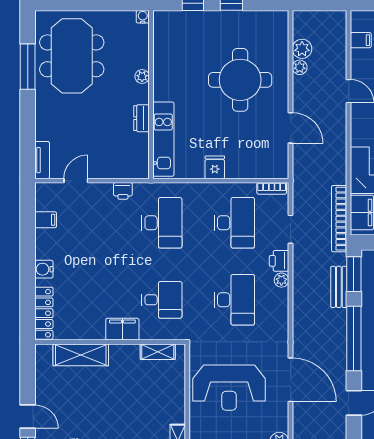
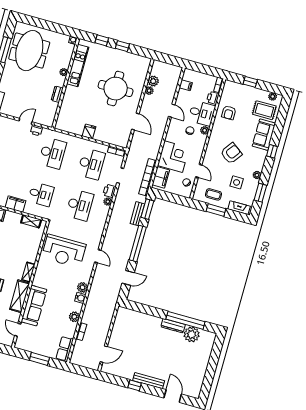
kitchen unit: (163, 139) -> (78, 66), moved
door: (76, 181) -> (26, 121), moved
door: (291, 380) -> (98, 256), width x0.53

